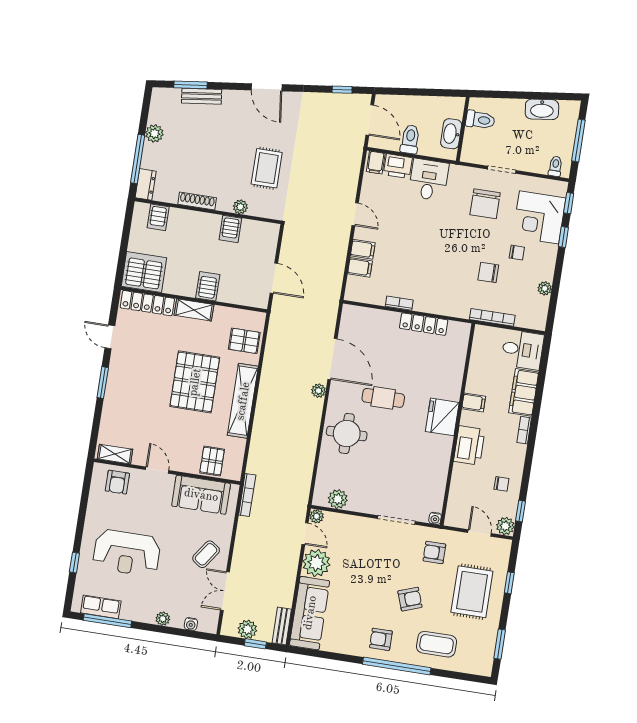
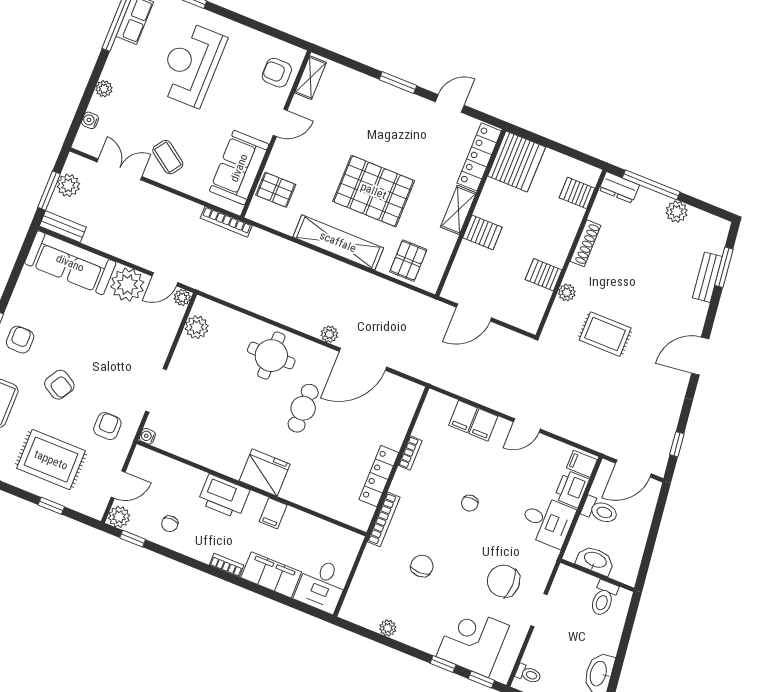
chair: (517, 253) -> (470, 503), moved
bookcase: (492, 317) -> (384, 519), moved
armchair: (410, 599) -> (59, 385), turned -39
window: (255, 644) -> (49, 191), width x1.50

